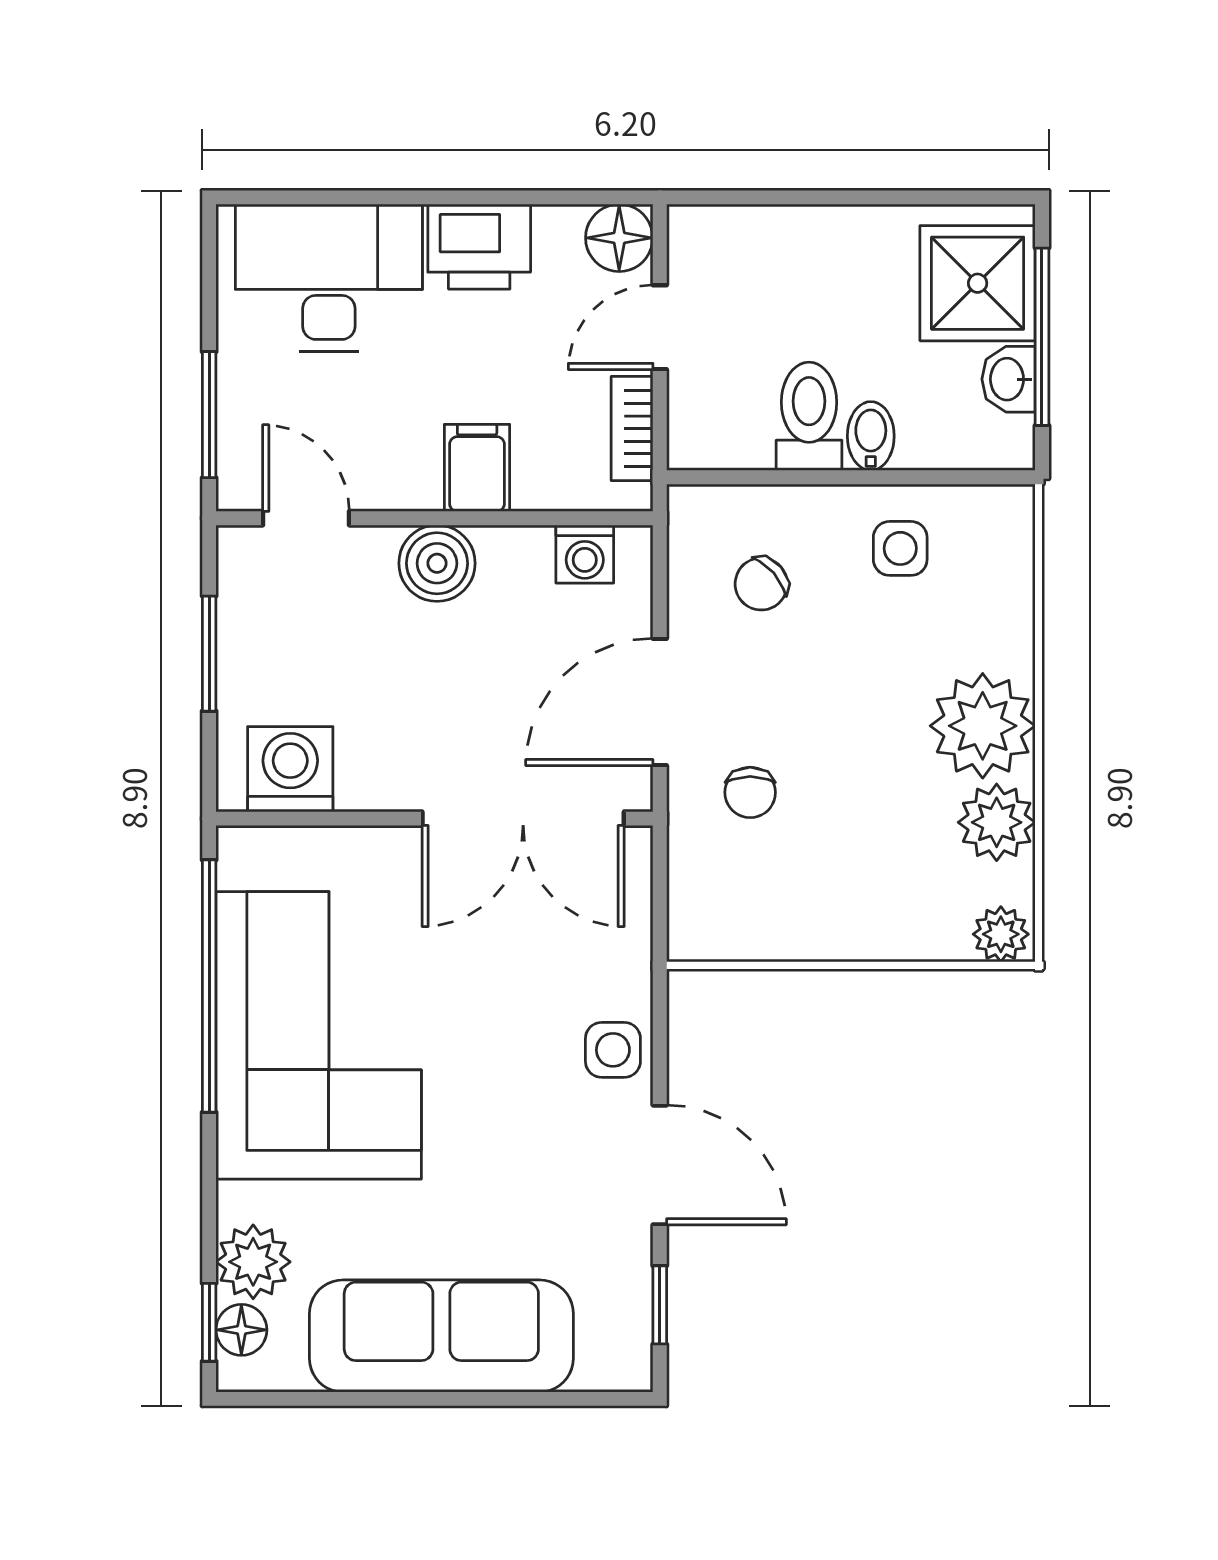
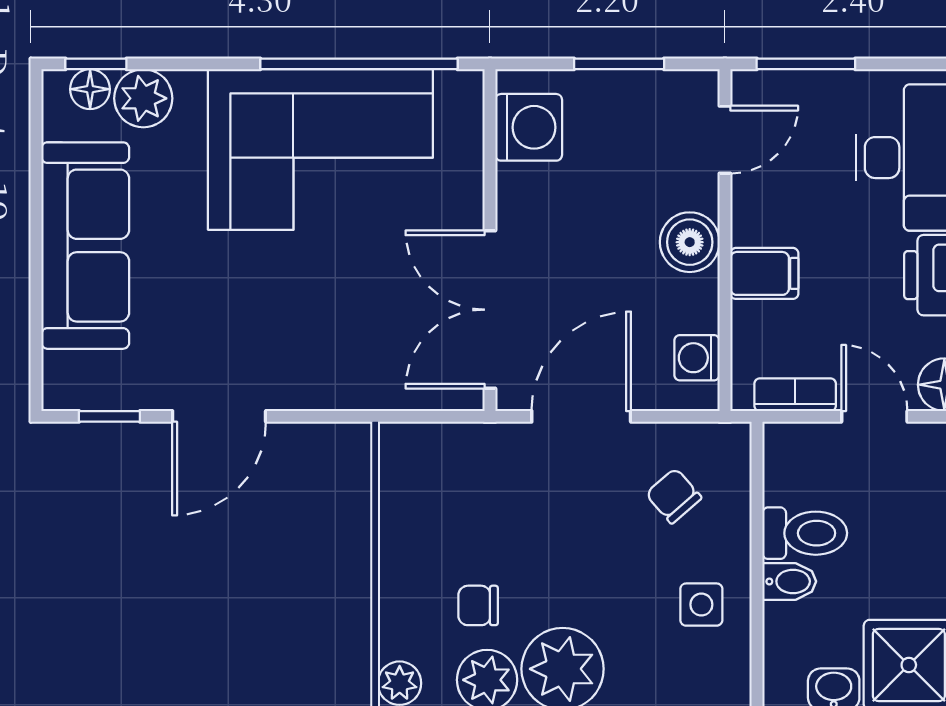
door: (660, 702) -> (581, 416), hinge flipped
chair: (750, 792) -> (478, 605), moved
side table: (613, 1050) -> (309, 380), removed

